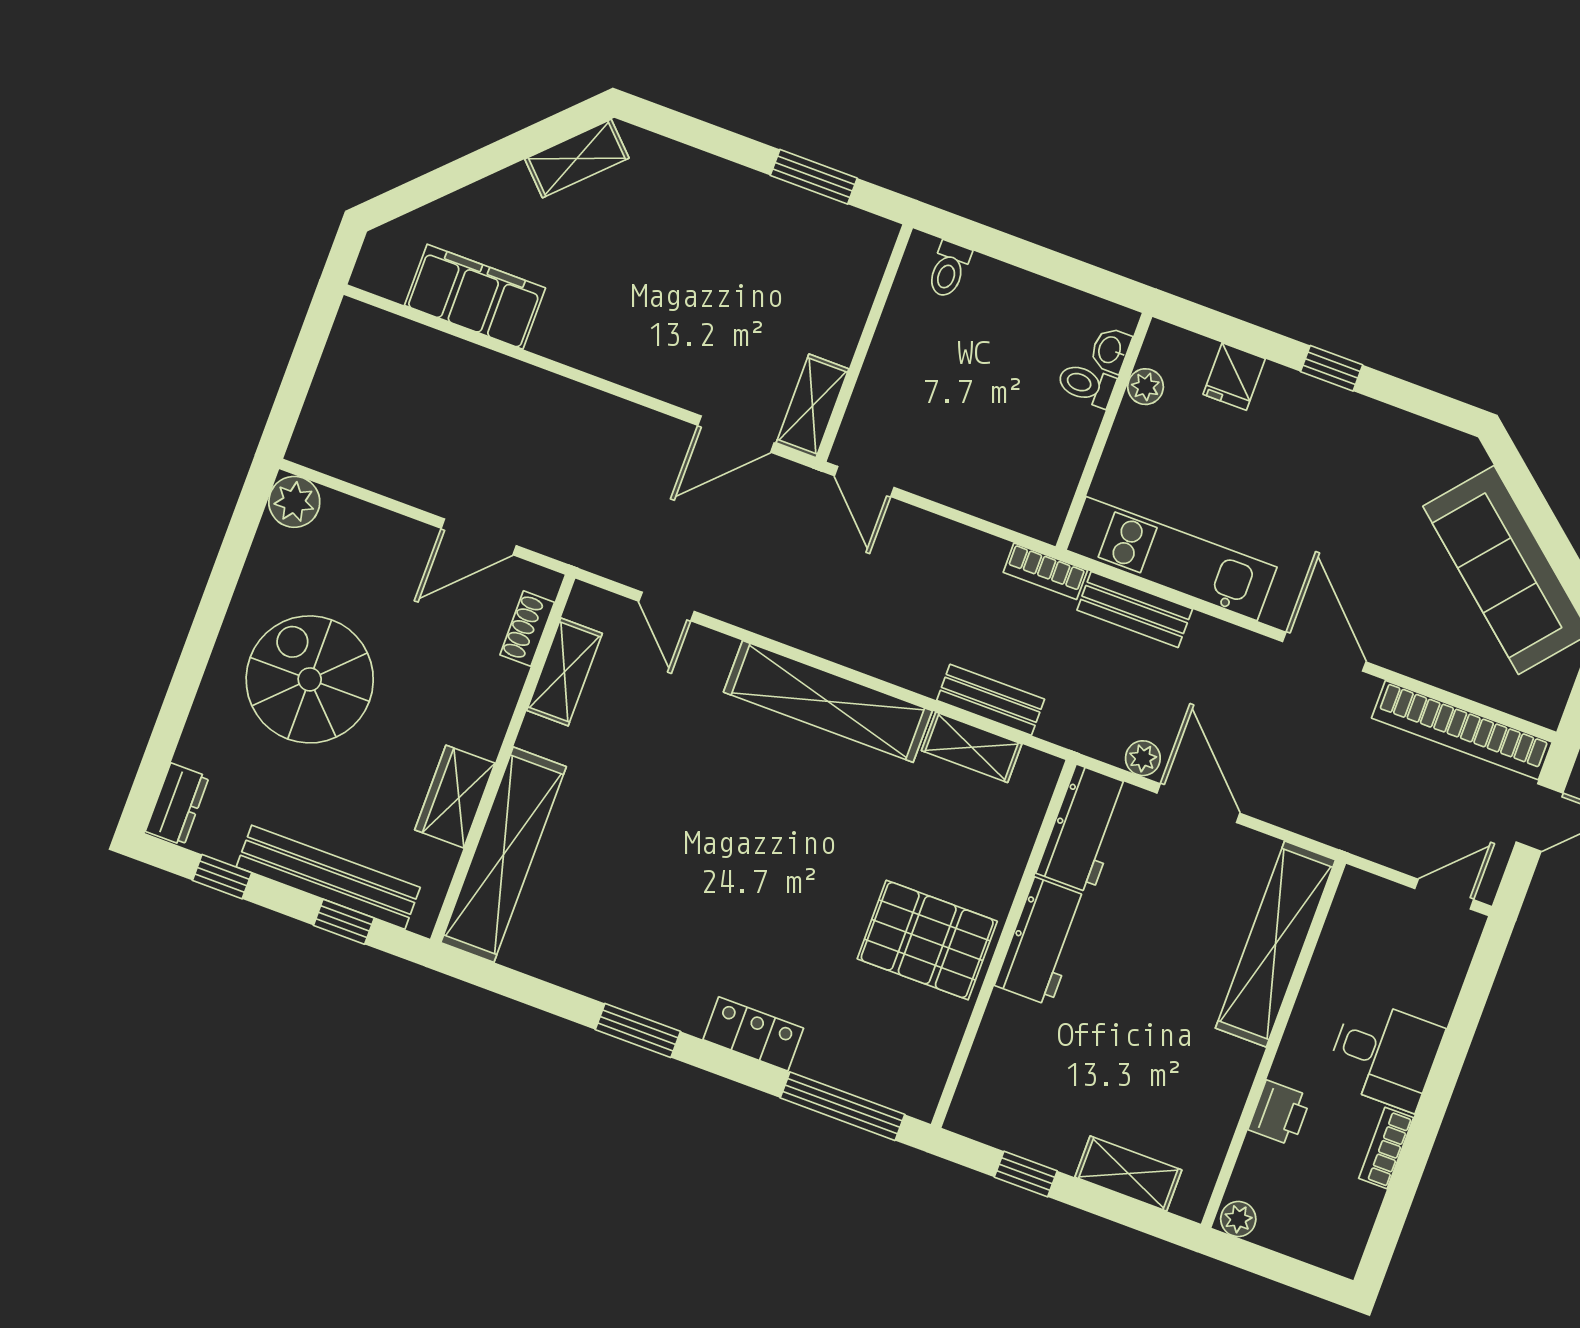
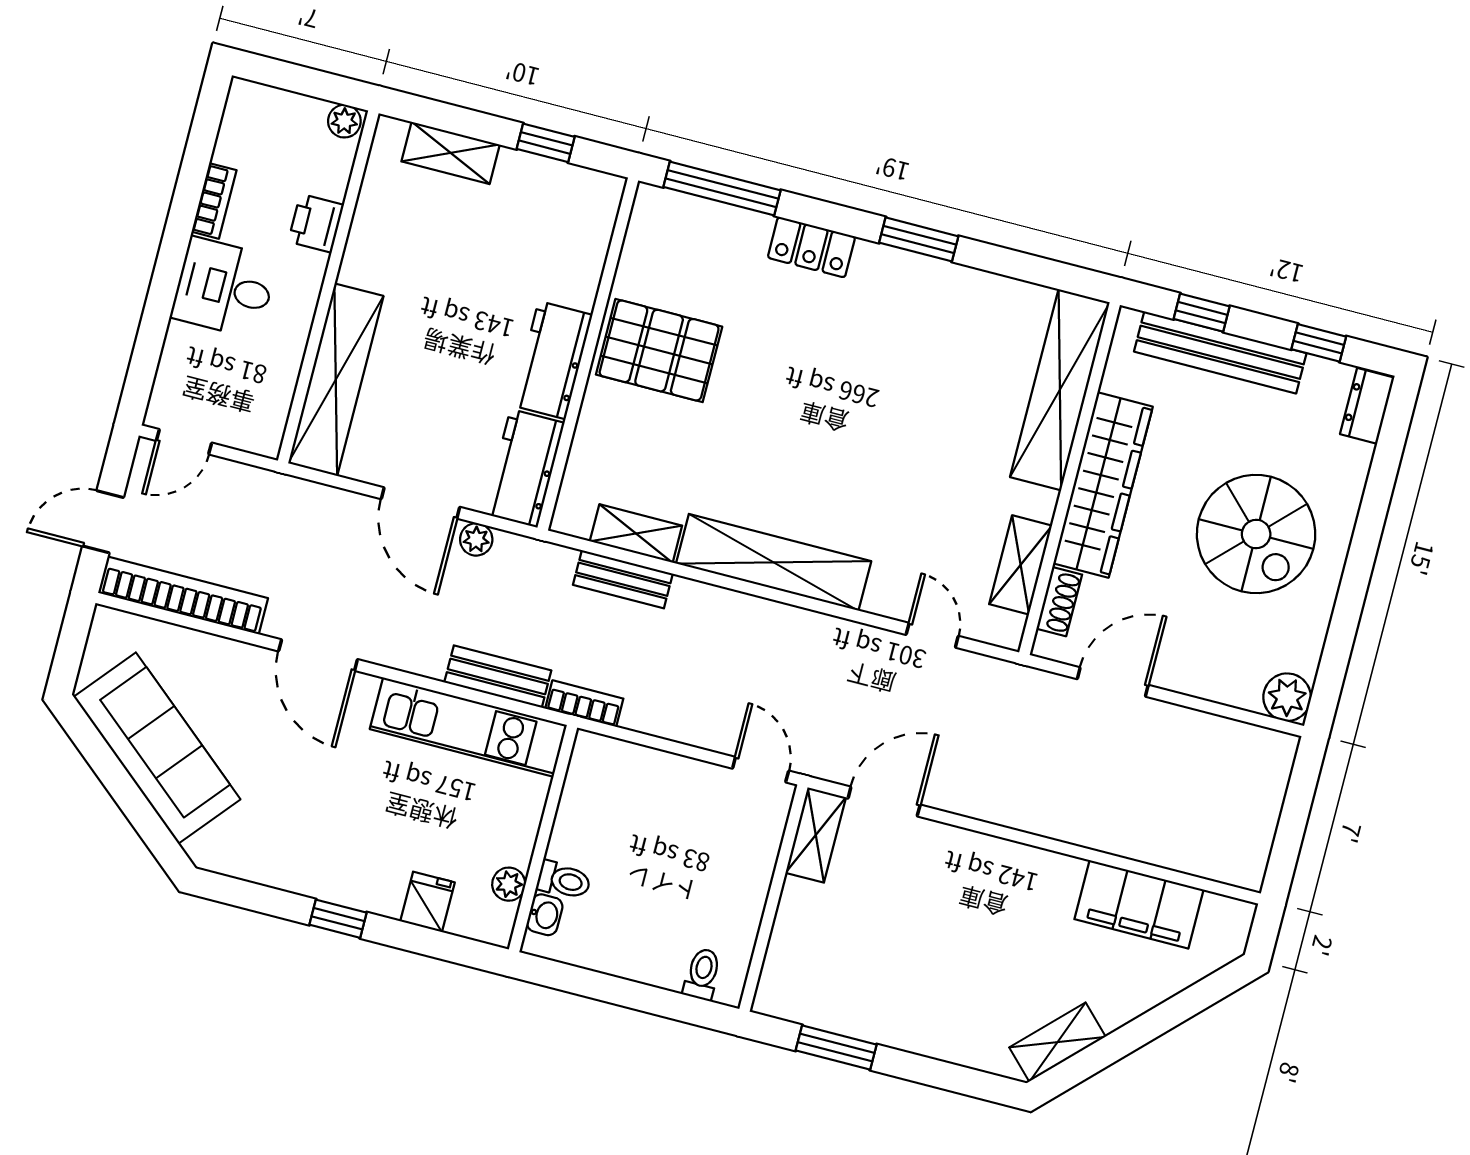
wardrobe: (455, 797) -> (1103, 485), width x2.10, depth x1.17

